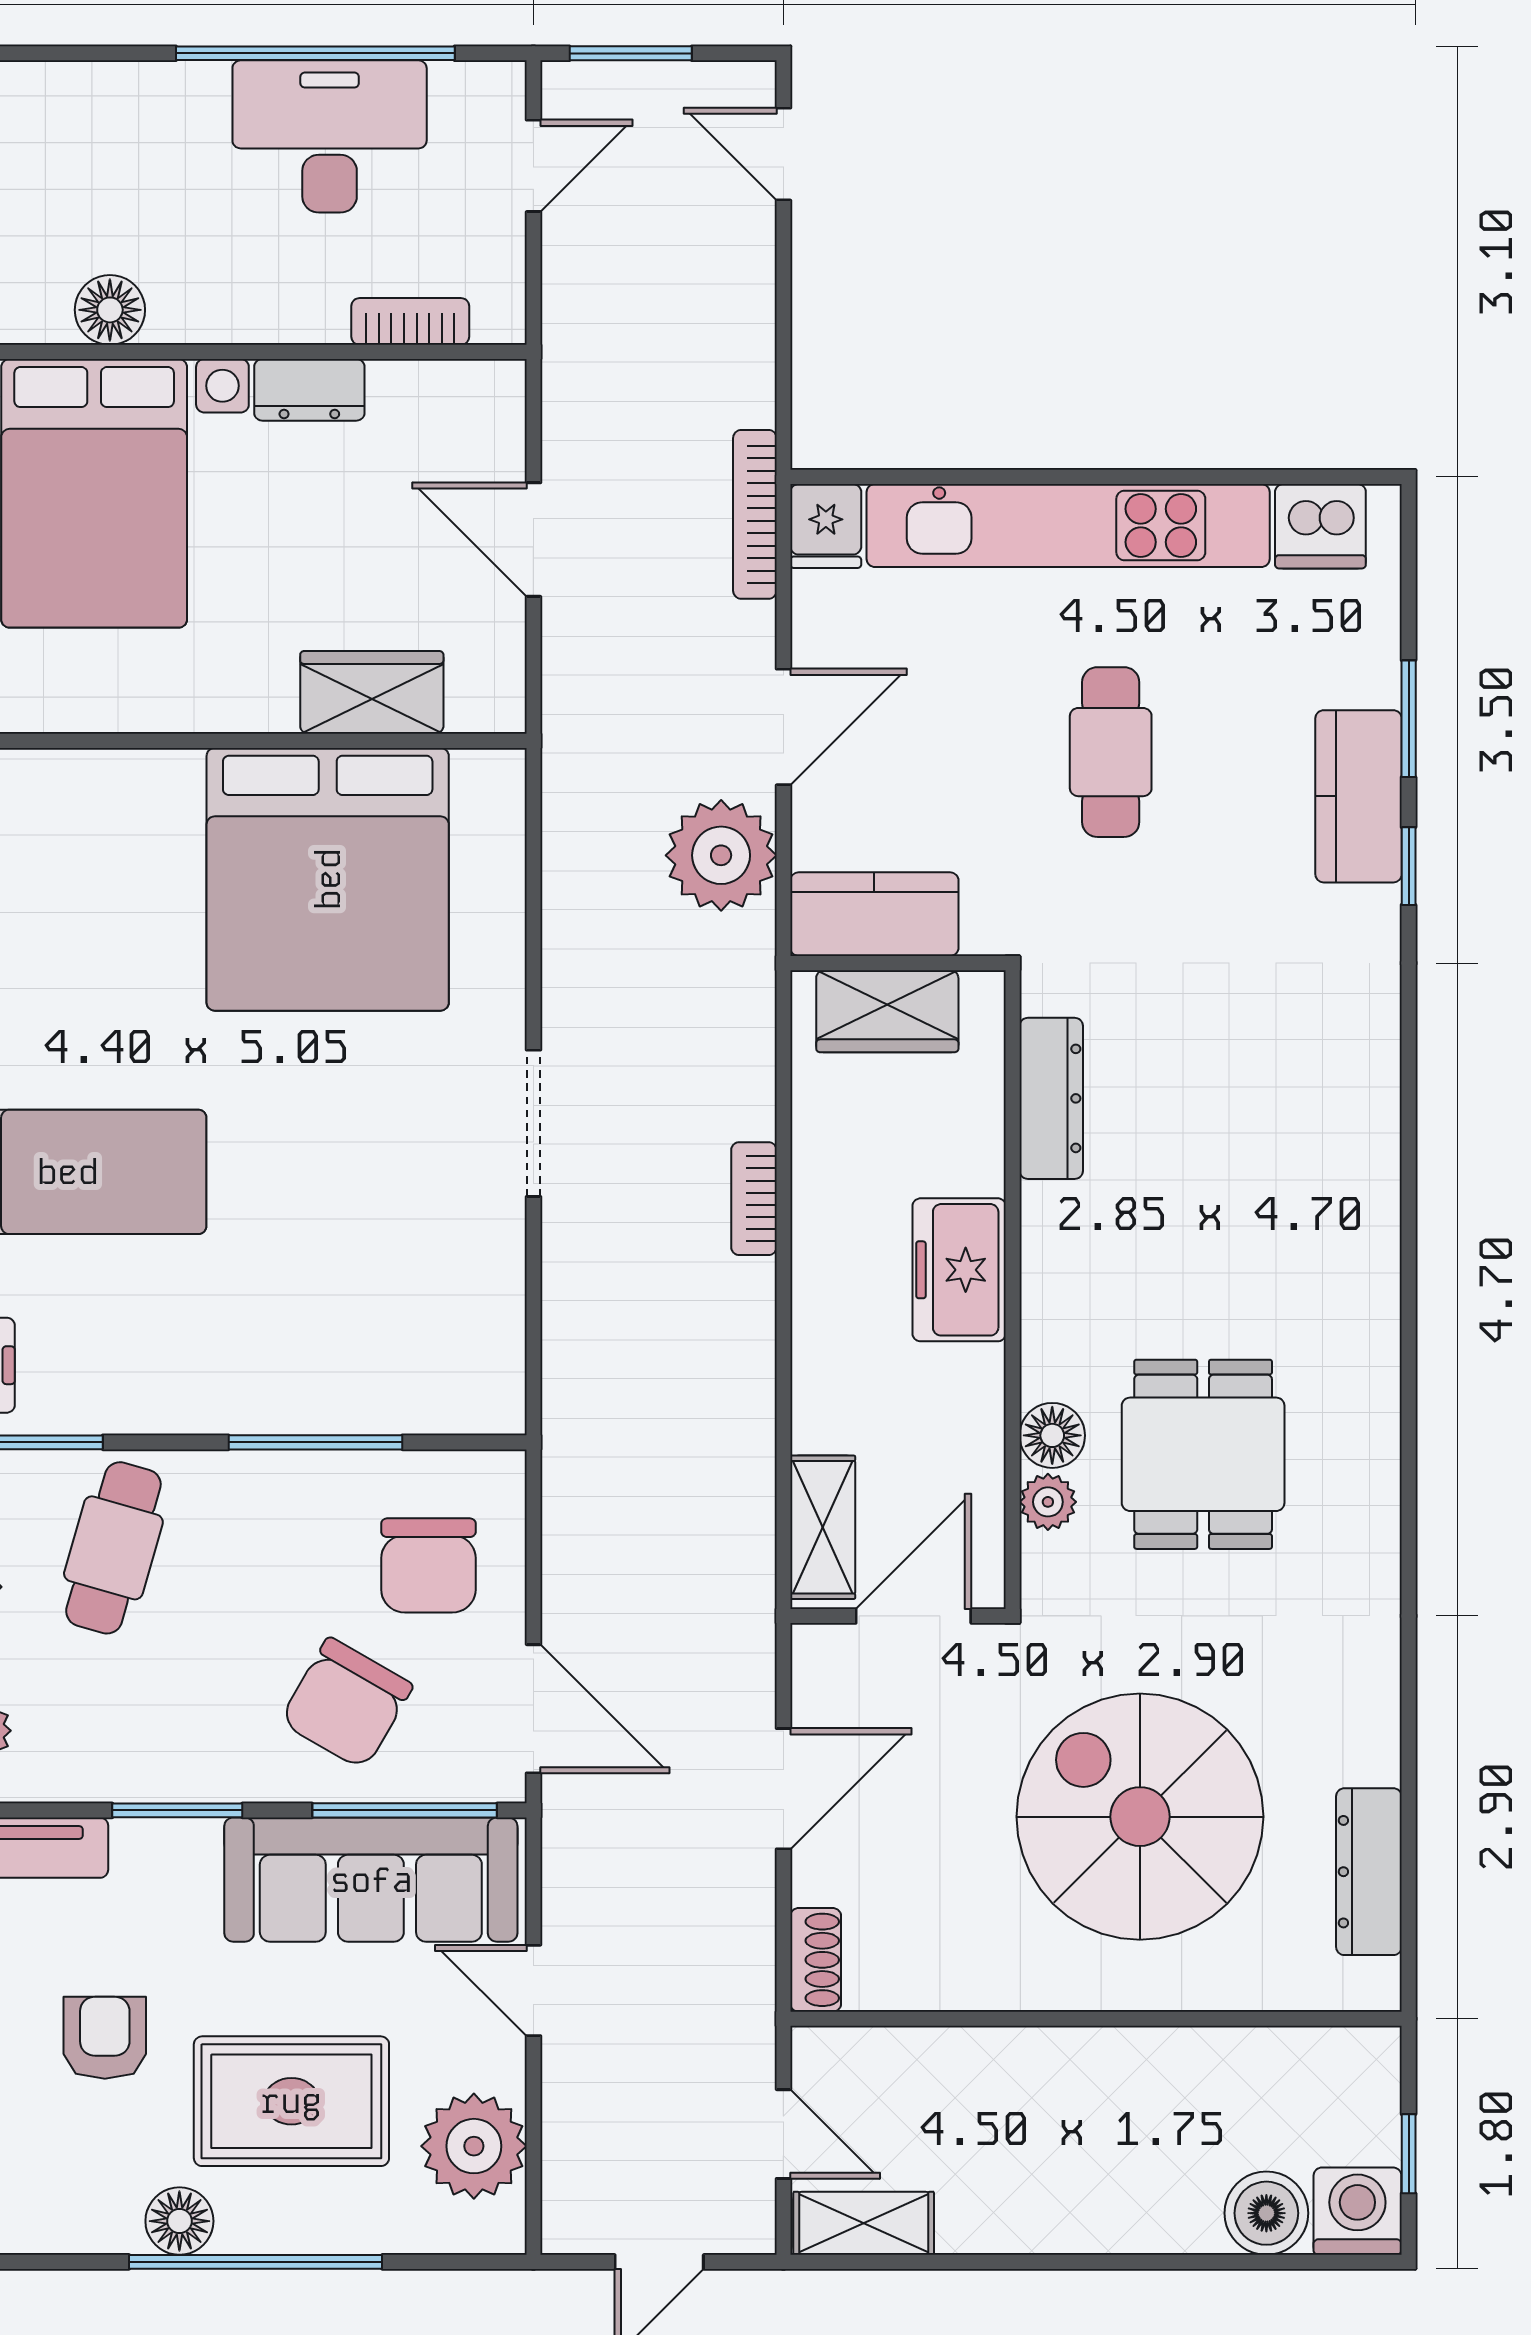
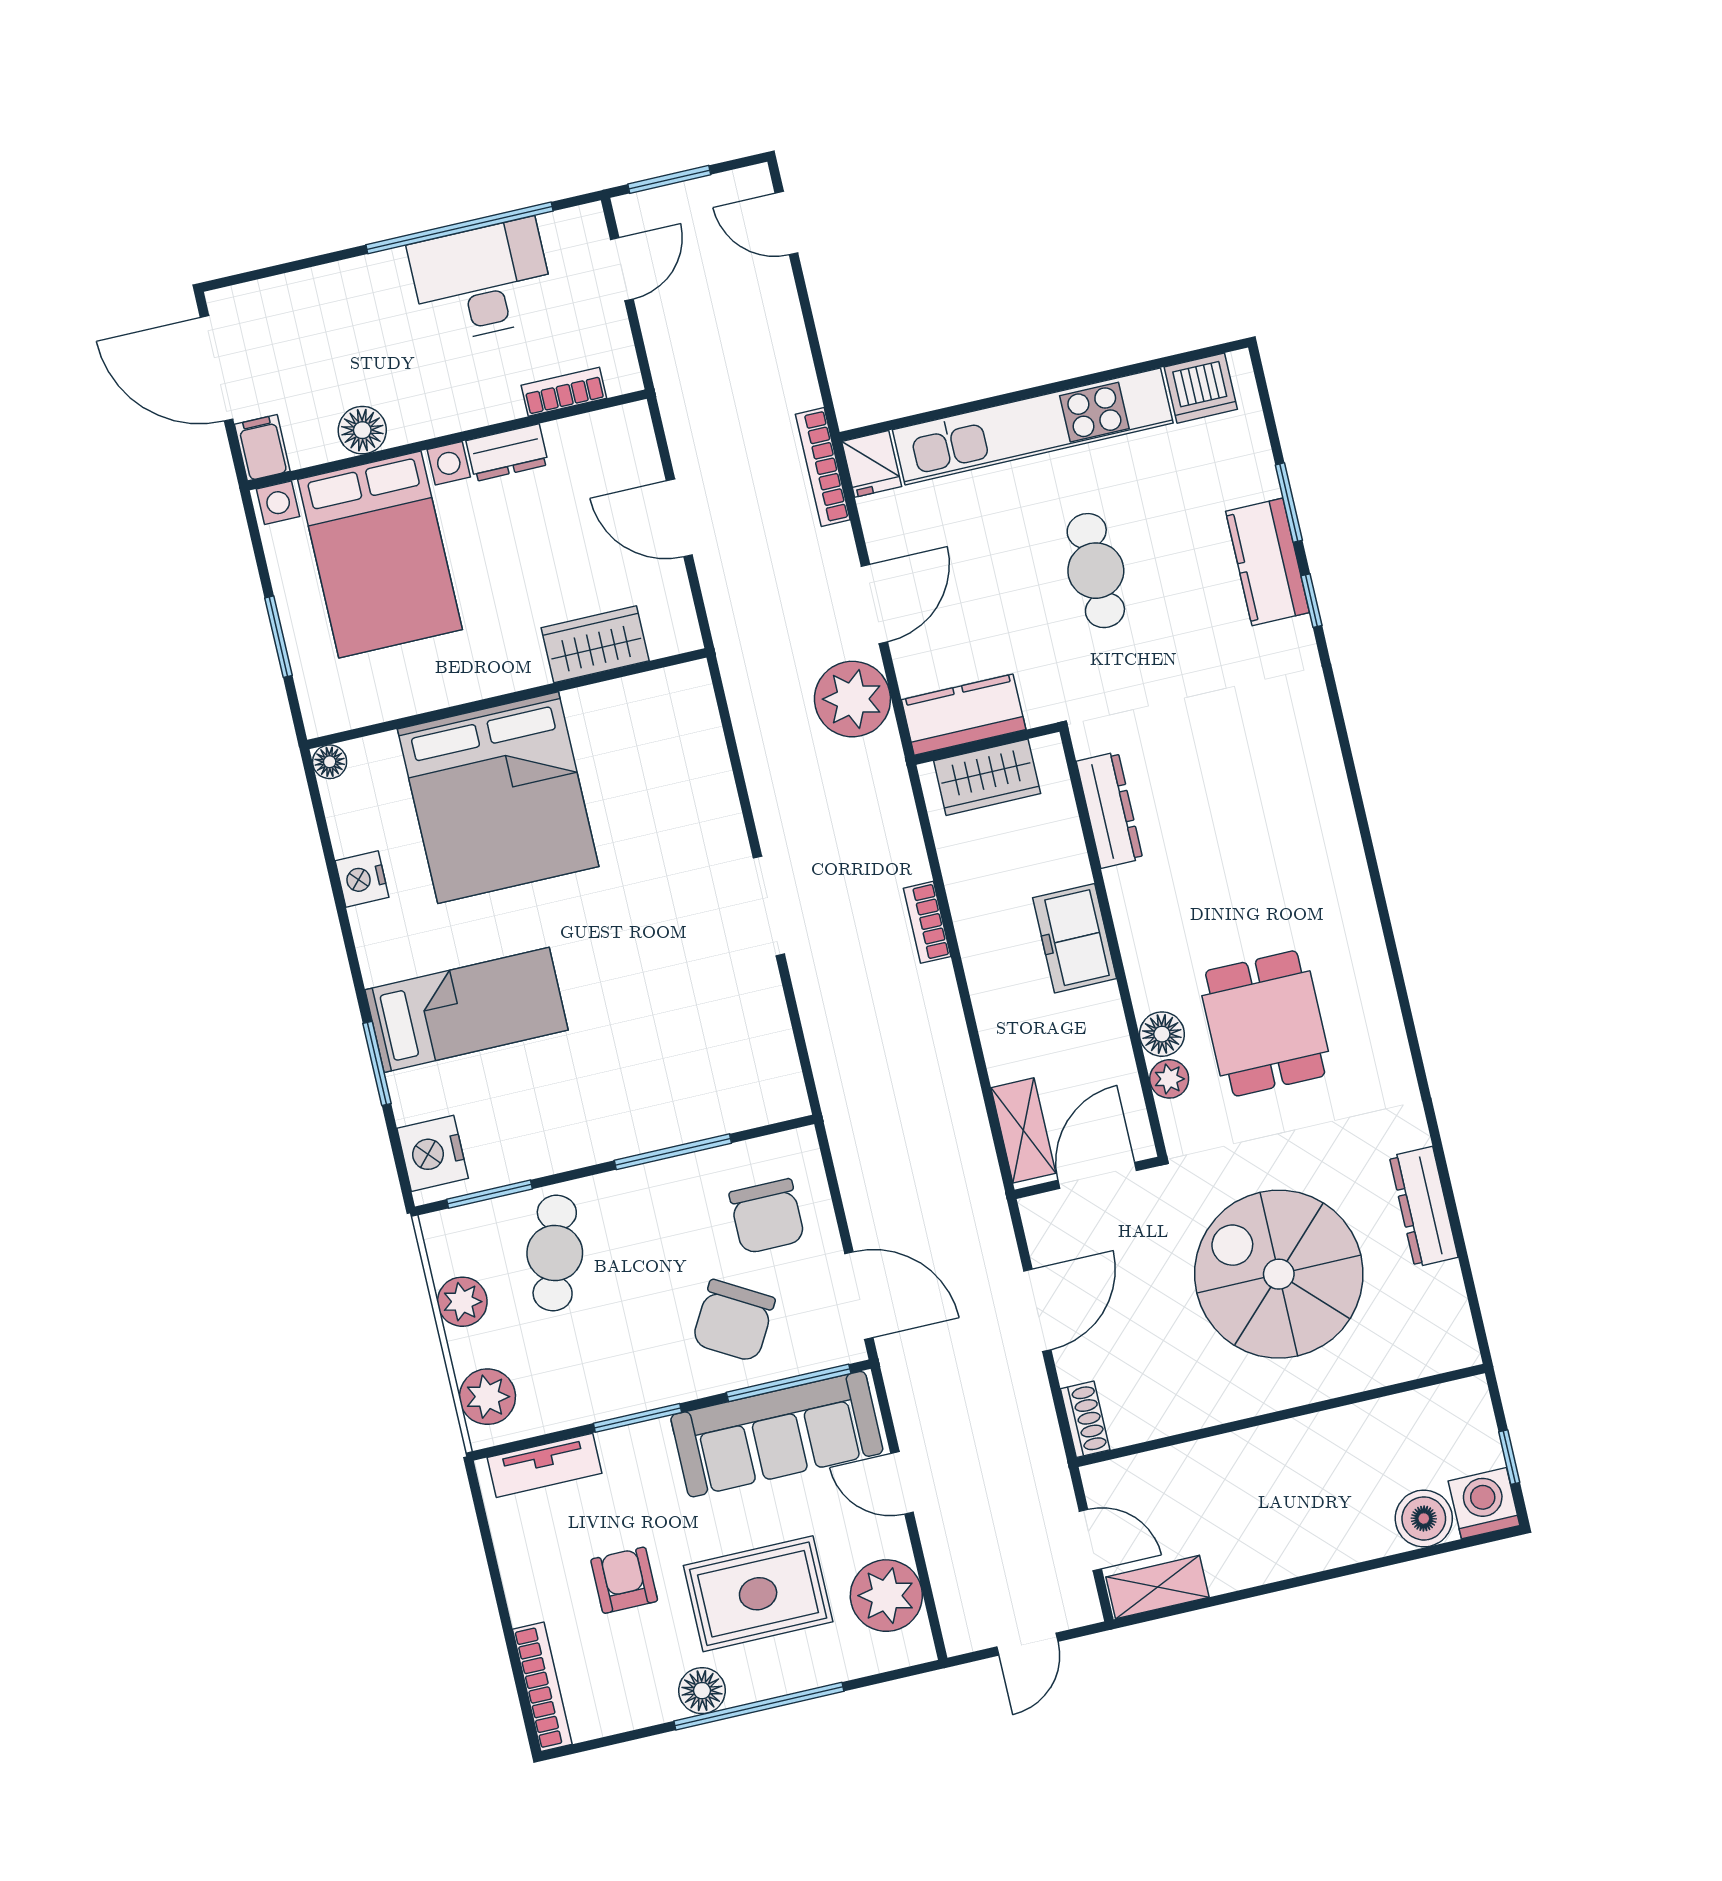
bed: (328, 879) -> (498, 798), moved
dresser: (1369, 1872) -> (1424, 1207), moved

